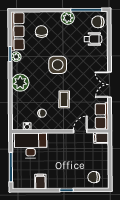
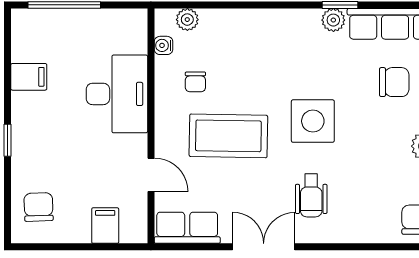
wheelchair: (93, 39) -> (311, 195), moved
plant: (20, 83) -> (187, 20), moved, width x0.53, depth x0.53
coffee table: (64, 99) -> (228, 136), width x1.86, depth x1.72
filing cabinet: (101, 138) -> (105, 226), moved
desk: (31, 145) -> (117, 94), moved

